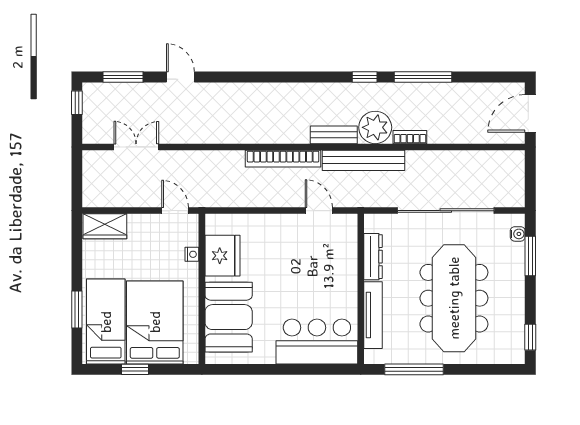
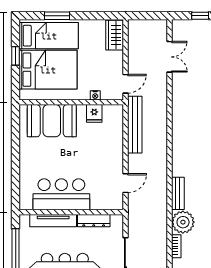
bookcase: (283, 159) -> (161, 158), removed
bench: (363, 160) -> (135, 125), moved
fridge: (222, 256) -> (94, 113), width x0.53, depth x0.75
bar counter: (317, 342) -> (61, 194), moved, turned -90

